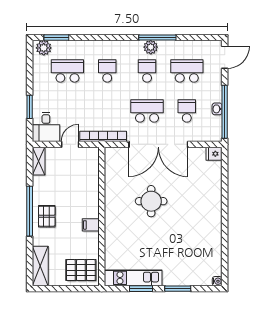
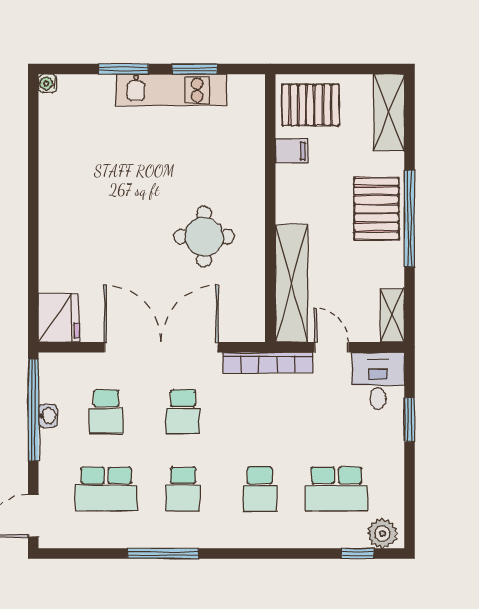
window: (56, 37) -> (358, 553), width x0.67
plant: (151, 47) -> (176, 535), removed
school desk: (147, 111) -> (183, 412), width x0.54
door: (70, 144) -> (331, 347), swing flipped
fridge: (214, 154) -> (59, 318), width x1.88, depth x1.34
shelving: (91, 177) -> (291, 283), added
round table: (151, 201) -> (204, 237), moved
pallet: (47, 216) -> (376, 209), width x1.50, depth x1.42
filing cabinet: (91, 225) -> (292, 151), moved
kitchen unit: (133, 278) -> (171, 90), moved

